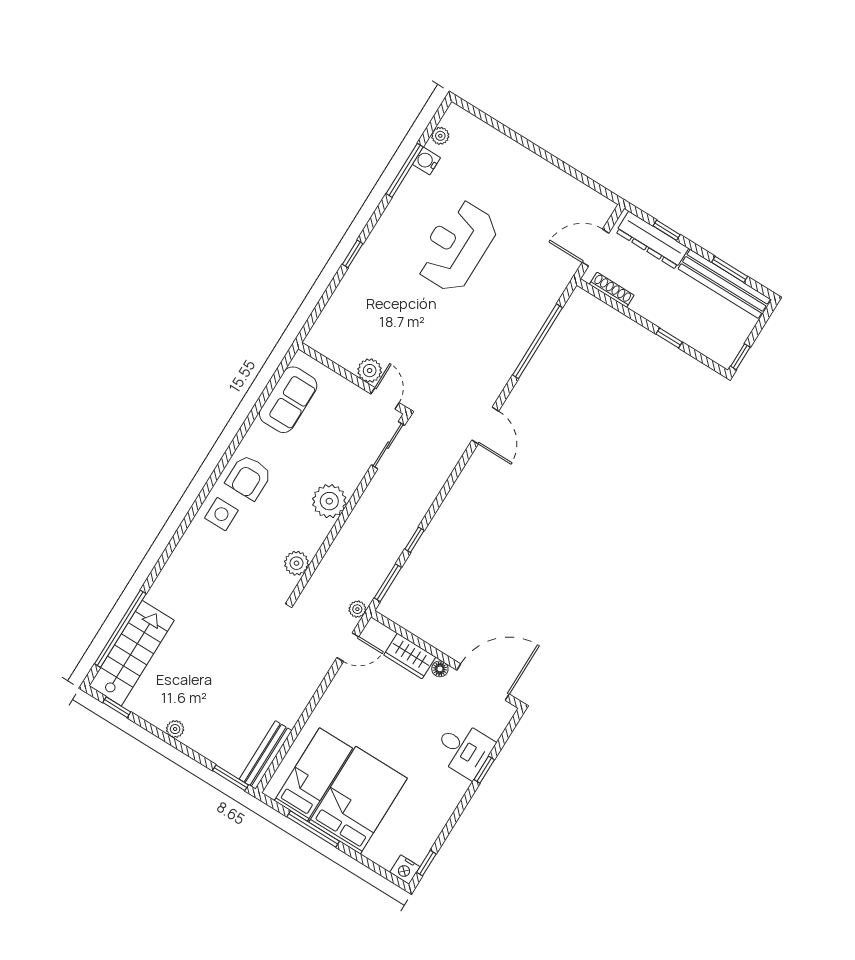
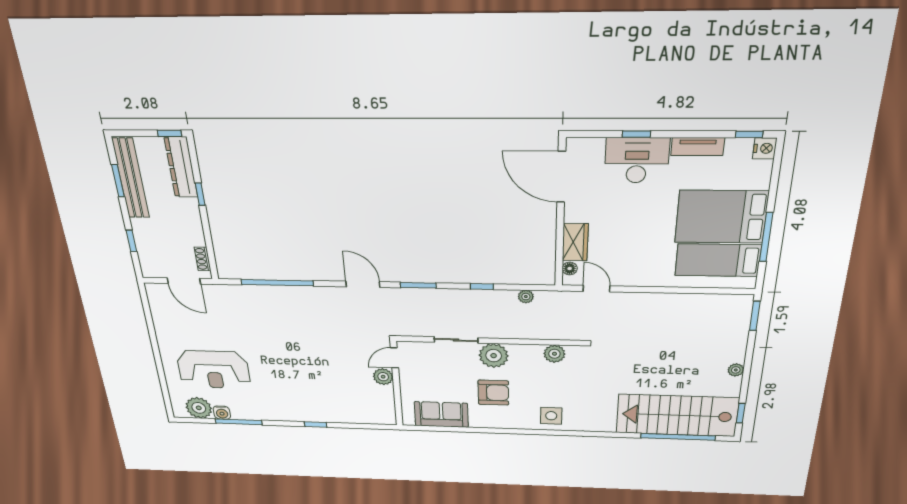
plant: (440, 136) -> (199, 408), width x1.88, depth x1.88
dresser: (652, 240) -> (181, 167), moved, turned 180
reception desk: (456, 246) -> (214, 370), moved
shoe rack: (612, 290) -> (203, 259), width x0.70
door: (485, 426) -> (363, 284), hinge flipped
sliding door: (388, 445) -> (456, 340), moved
armchair: (249, 477) -> (493, 393), moved
window: (388, 583) -> (418, 285), moved
plant: (357, 609) -> (526, 297), moved
stairs: (132, 653) -> (677, 415), width x1.36, depth x1.51
floor lamp: (440, 669) -> (570, 268), moved
desk: (464, 749) -> (637, 160), width x1.37
bench: (266, 755) -> (721, 301), removed
tv unit: (441, 815) -> (698, 147), added

